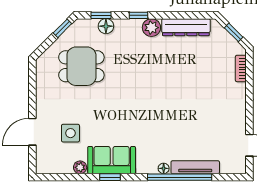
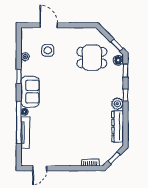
floor lamp: (106, 26) -> (118, 60), moved
dining table: (81, 66) -> (92, 58), turned 90
sofa: (112, 160) -> (30, 92), moved

